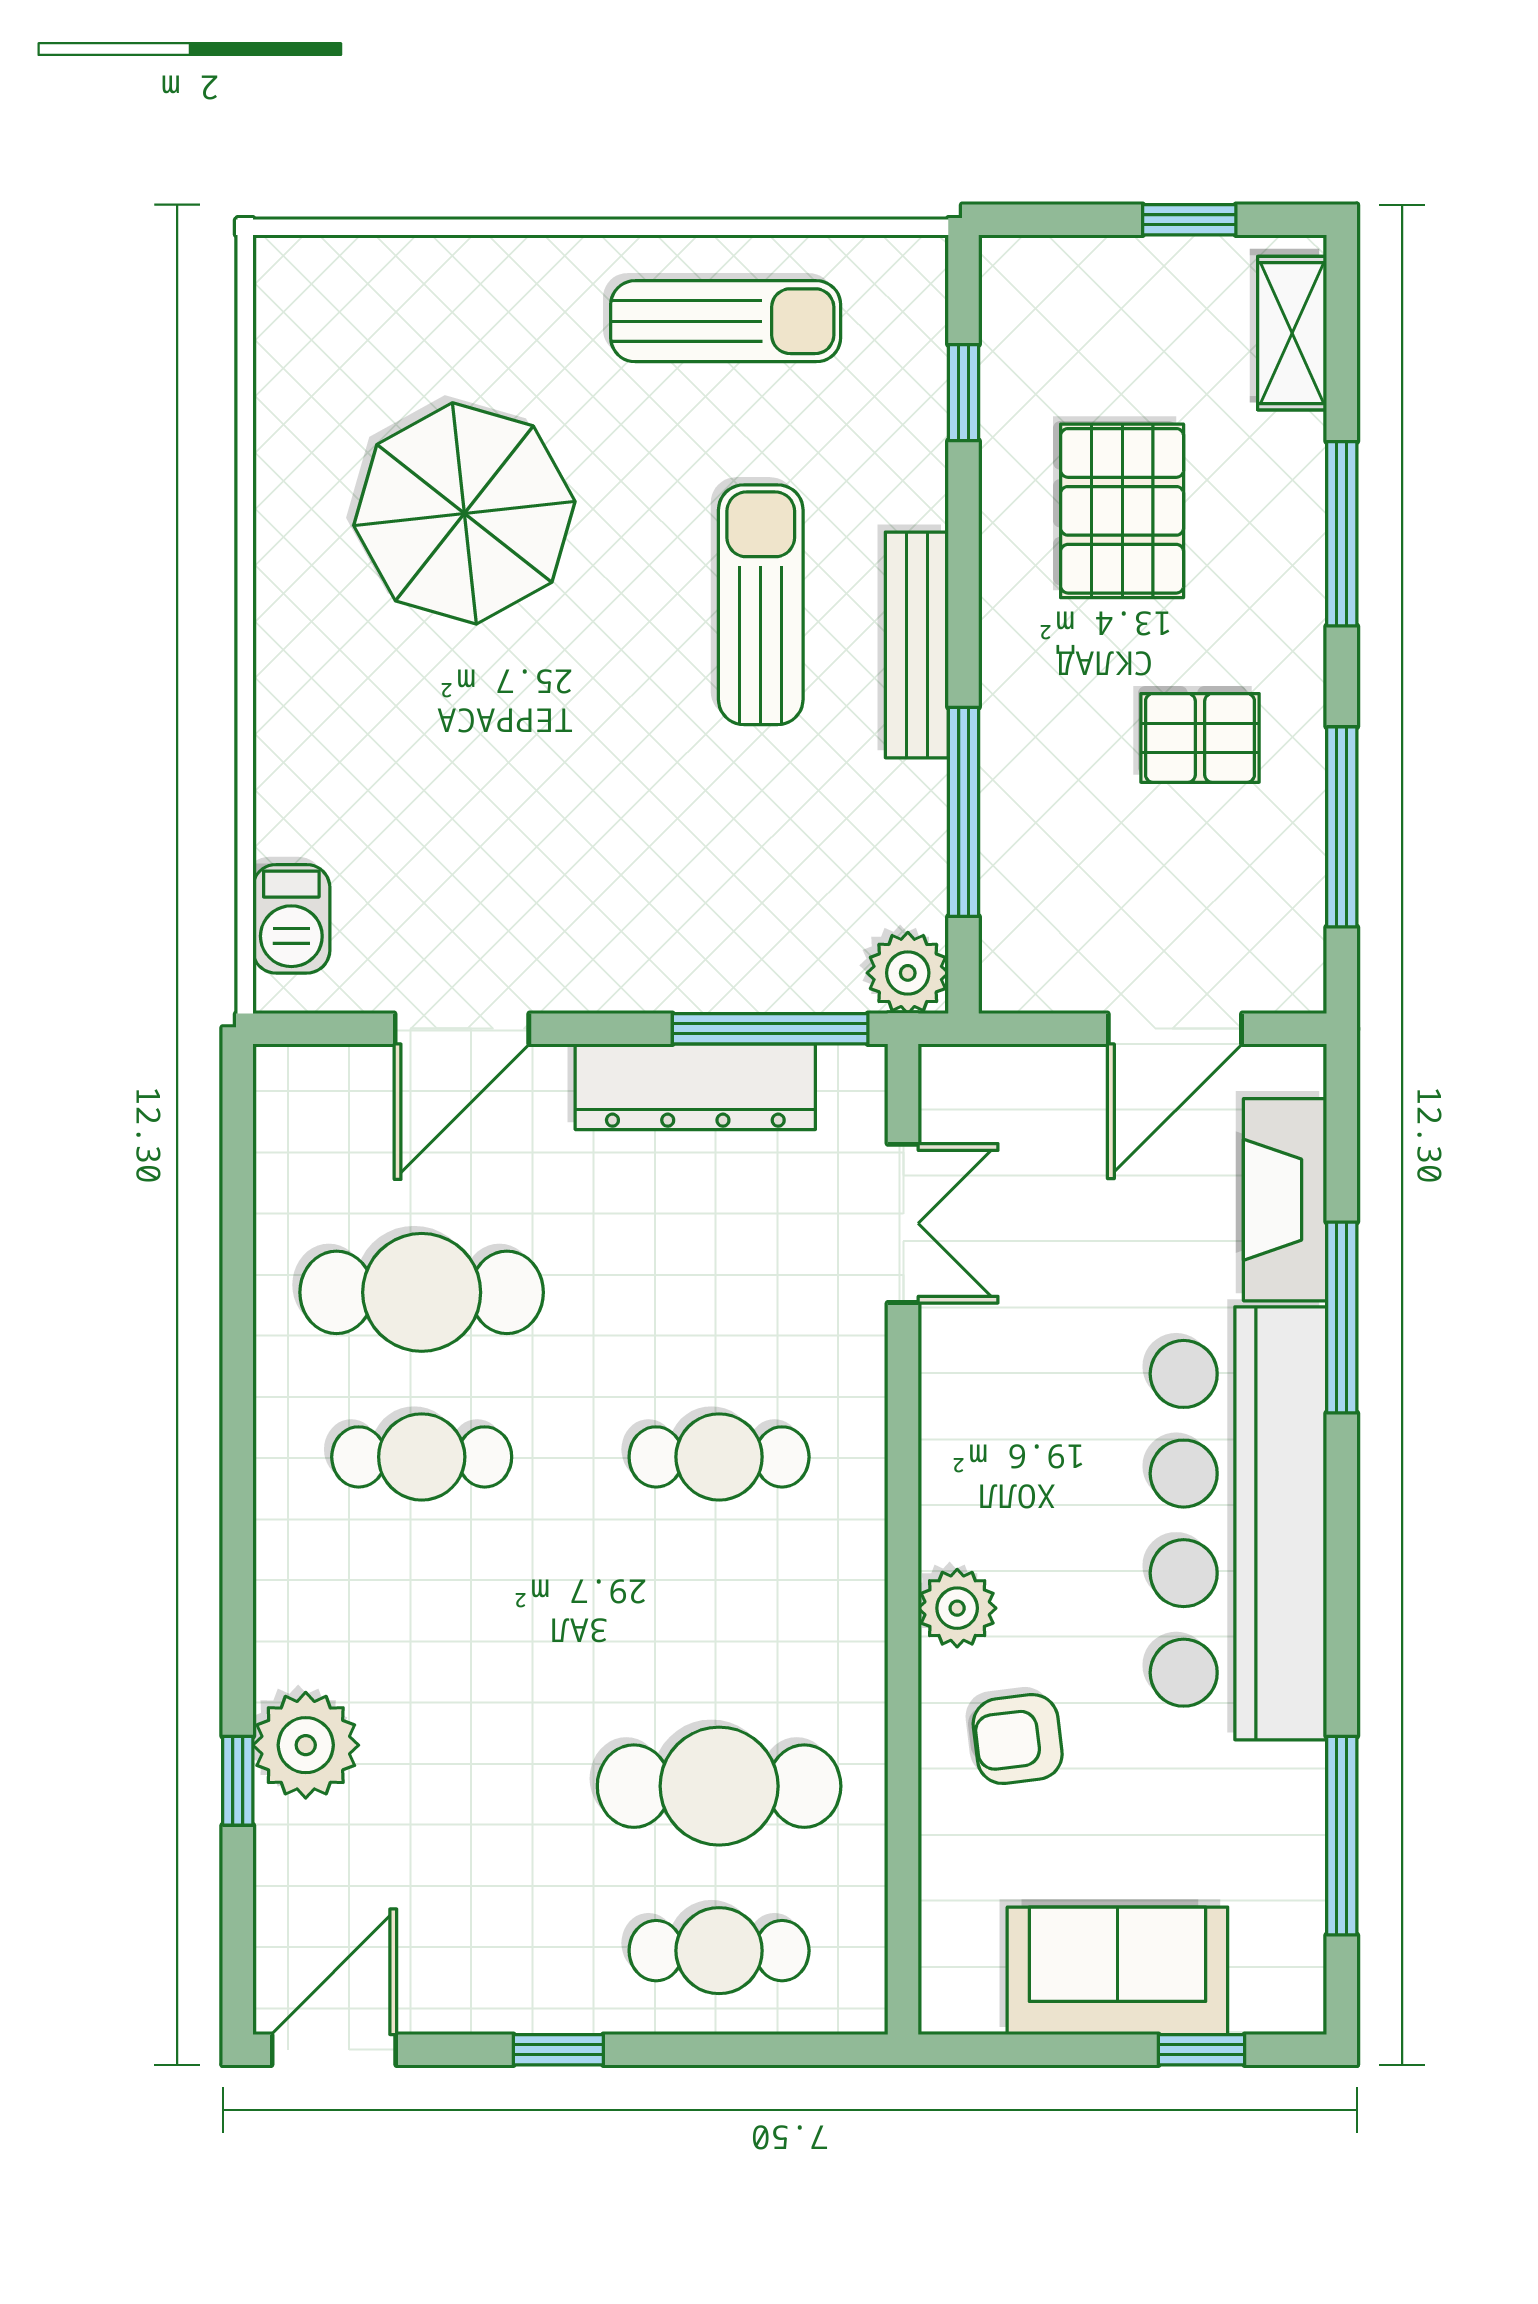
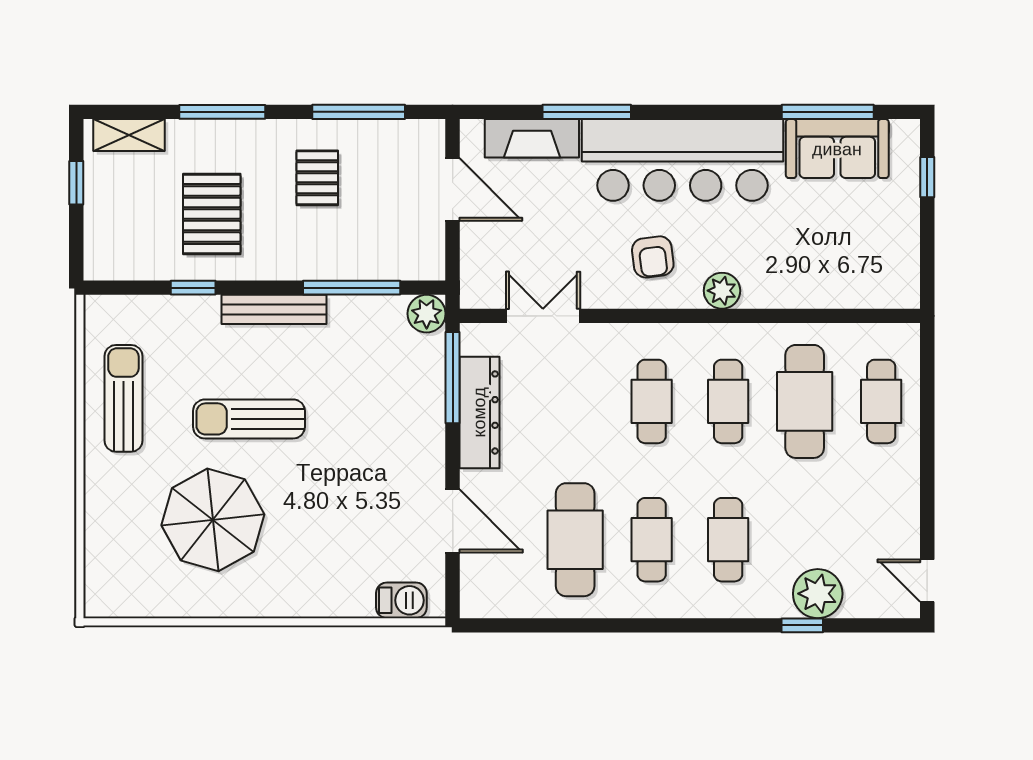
window: (964, 393) -> (193, 288), moved
pallet: (1122, 511) -> (212, 214), turned 90
sun lounger: (761, 605) -> (249, 419), moved
cafe table: (422, 1622) -> (728, 540), added
cafe table: (719, 1622) -> (728, 401), added
armchair: (1018, 1739) -> (653, 257), moved
plant: (306, 1745) -> (818, 594), moved
sofa: (1117, 1971) -> (837, 149), moved, turned -90
door: (334, 2050) -> (927, 581), width x0.73
window: (558, 2050) -> (927, 476), removed

